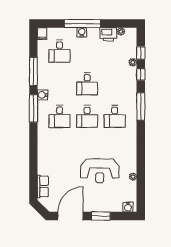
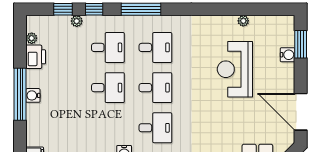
desk: (60, 51) -> (108, 47), moved
reception desk: (100, 171) -> (235, 69), turned 180
water cooler: (128, 207) -> (288, 55), moved
window: (101, 216) -> (301, 44), moved

